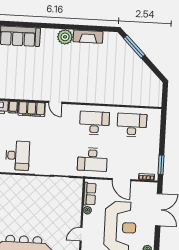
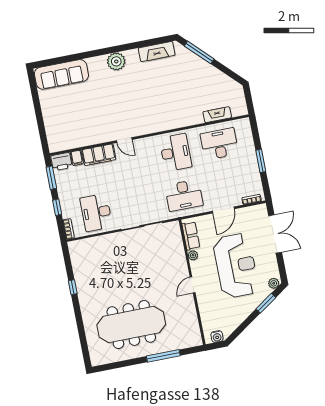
fireplace: (88, 37) -> (157, 52), moved
fireplace: (136, 101) -> (217, 115), added
desk: (94, 123) -> (175, 152), turned 90
desk: (18, 155) -> (96, 212), turned 180
window: (161, 165) -> (261, 161), moved
door: (121, 180) -> (223, 210), hinge flipped

